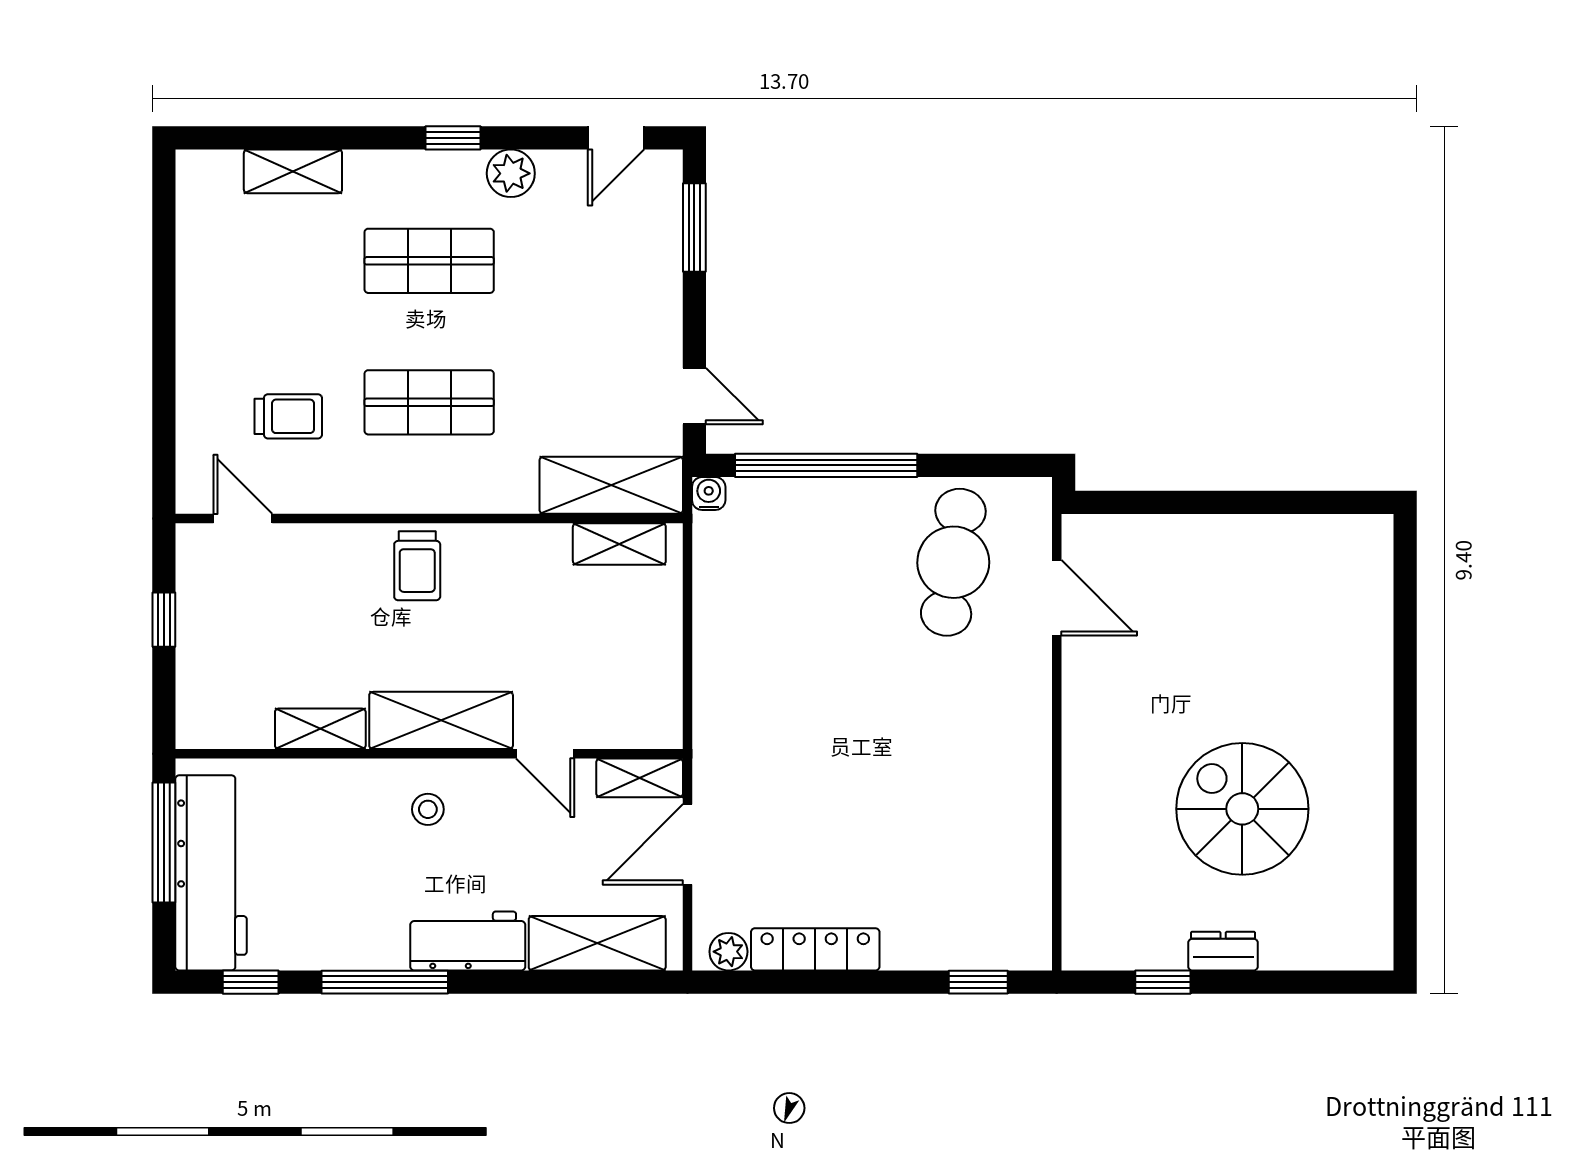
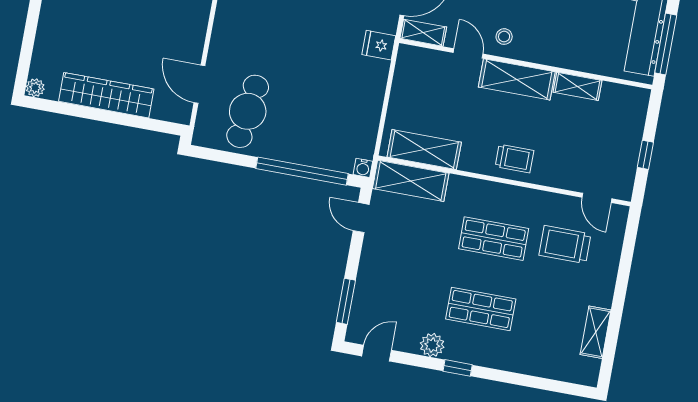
shelving: (293, 171) -> (596, 332), moved, turned 90
trolley: (288, 416) -> (565, 245), width x1.36, depth x1.39
plant: (1375, 532) -> (35, 88), added
wardrobe: (1234, 543) -> (106, 95), added
shelving: (619, 544) -> (424, 150), width x1.50, depth x1.33
trolley: (417, 566) -> (514, 159), turned 90
fridge: (722, 738) -> (379, 45), added
stool: (428, 809) -> (504, 37), moved

